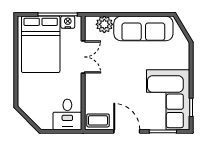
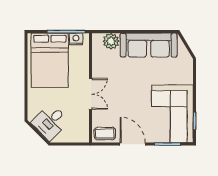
double door: (83, 57) -> (91, 94), moved
desk: (67, 114) -> (50, 122), moved, turned 45

